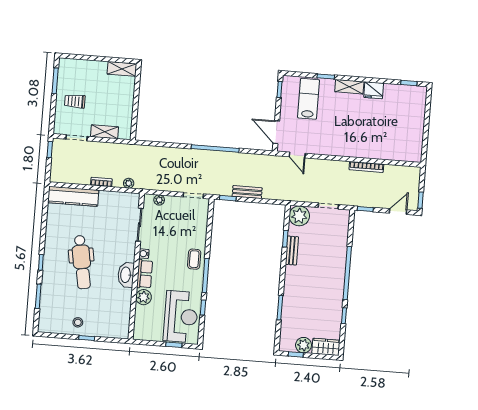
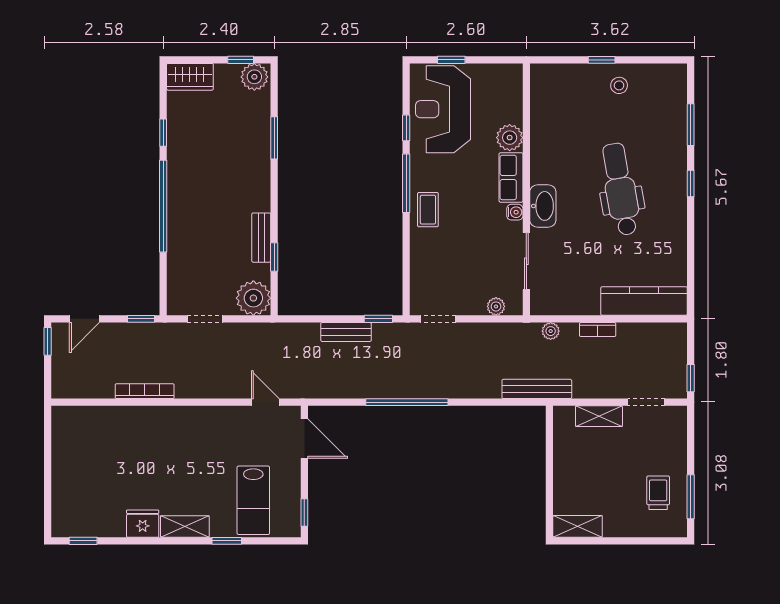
trolley: (75, 101) -> (658, 493), moved, turned -90
bench: (139, 150) -> (537, 389), added
washbasin: (126, 275) -> (543, 206), moved
plant: (304, 345) -> (254, 77), moved

